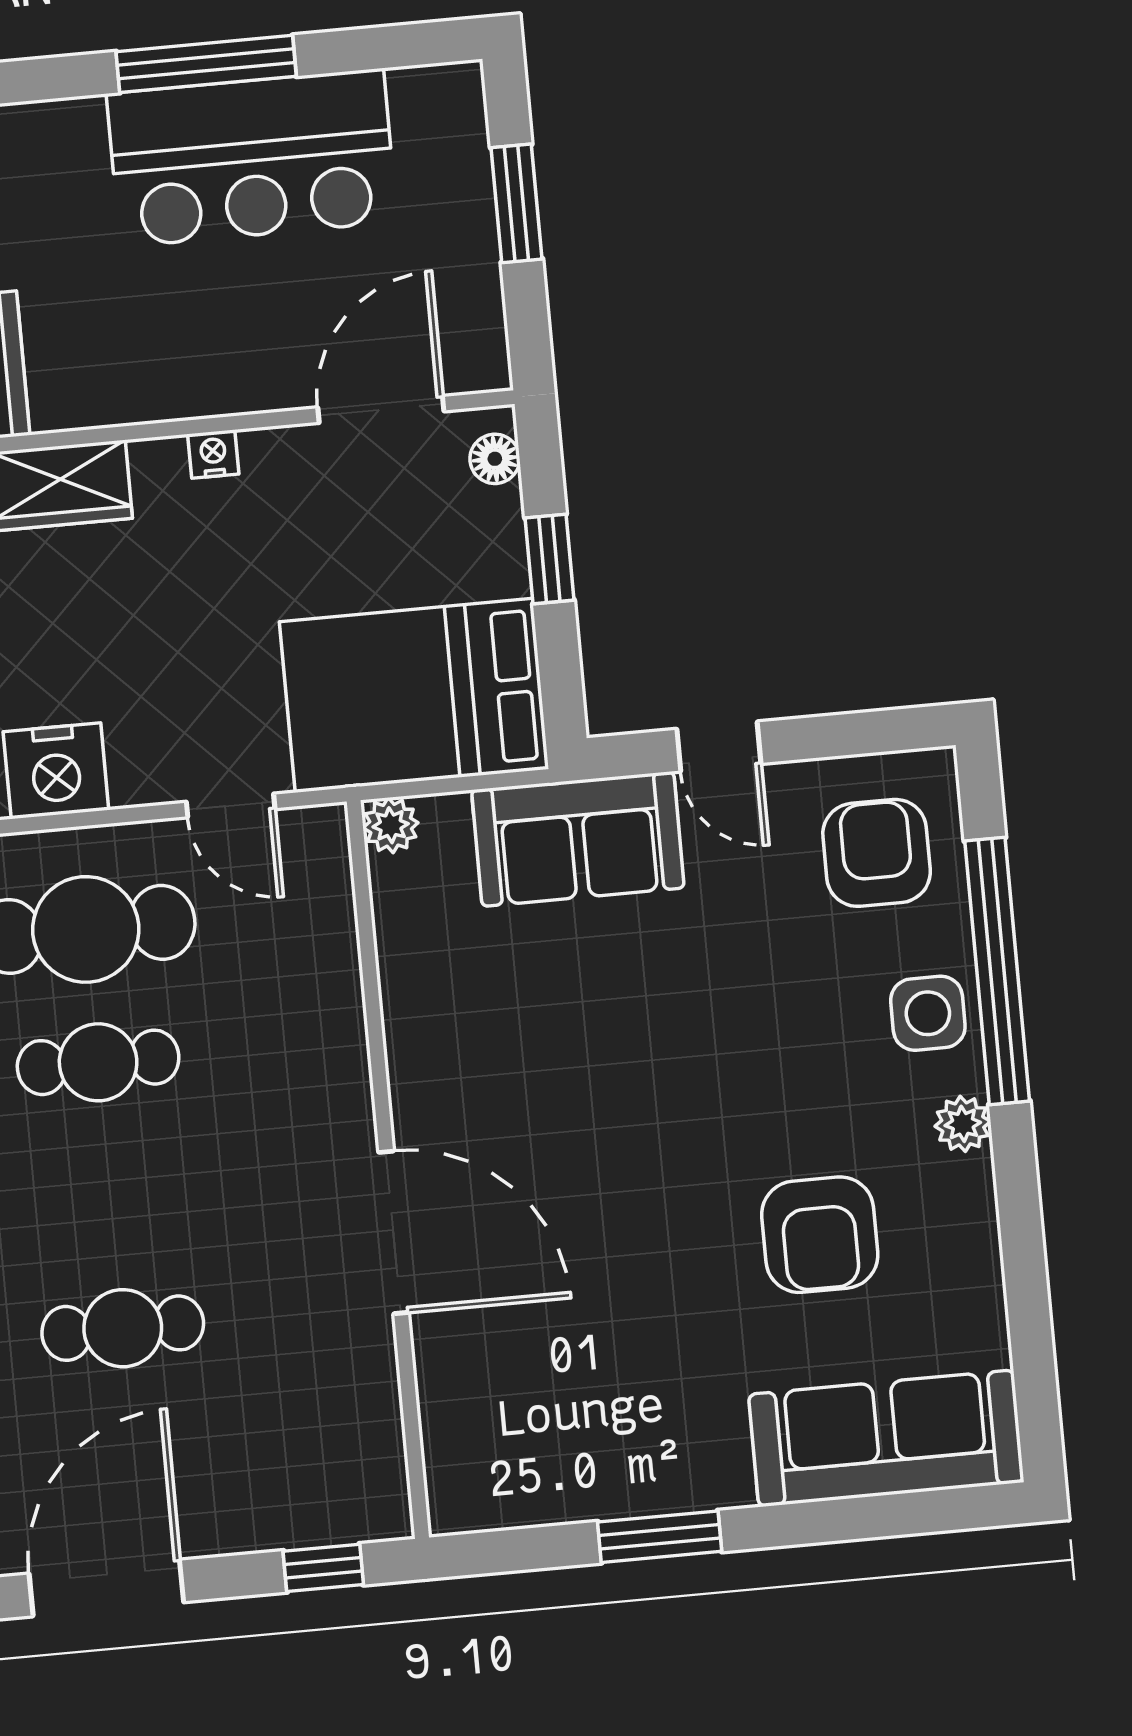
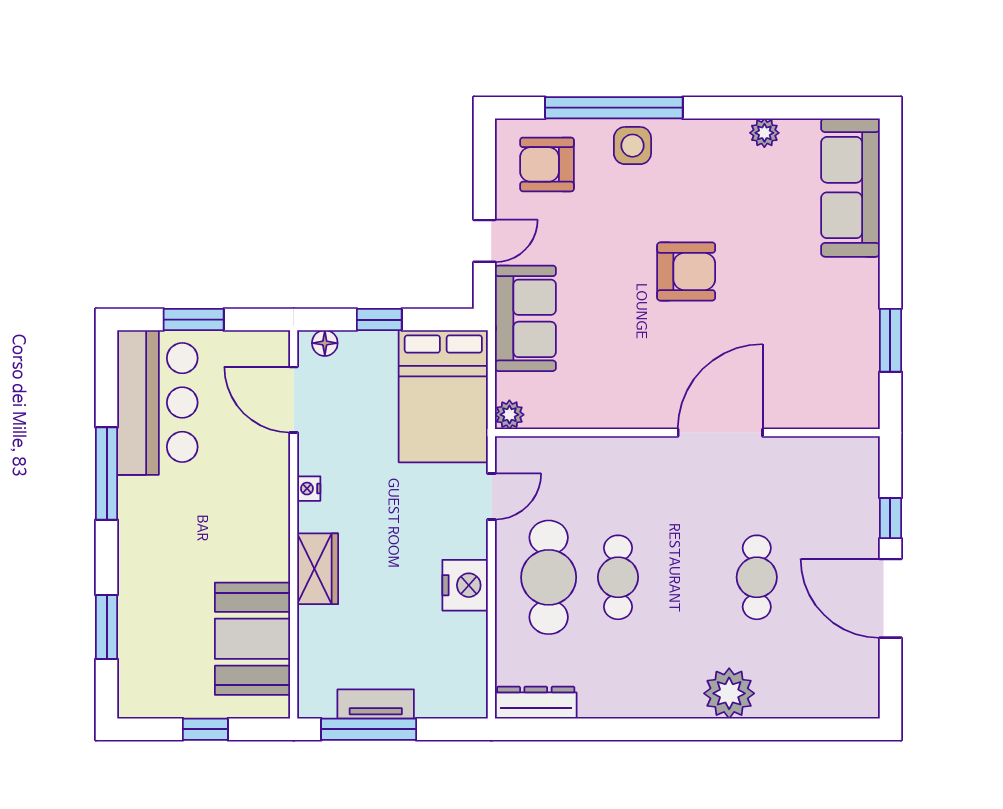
bar counter: (252, 158) -> (157, 403), moved
plant: (963, 1124) -> (764, 133), moved
armchair: (820, 1235) -> (686, 271), moved
window: (660, 1537) -> (890, 340), moved
window: (323, 1568) -> (890, 518), moved

